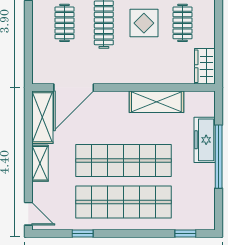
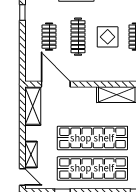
door: (74, 87) -> (56, 84), swing flipped
shelving: (40, 163) -> (31, 154), moved

